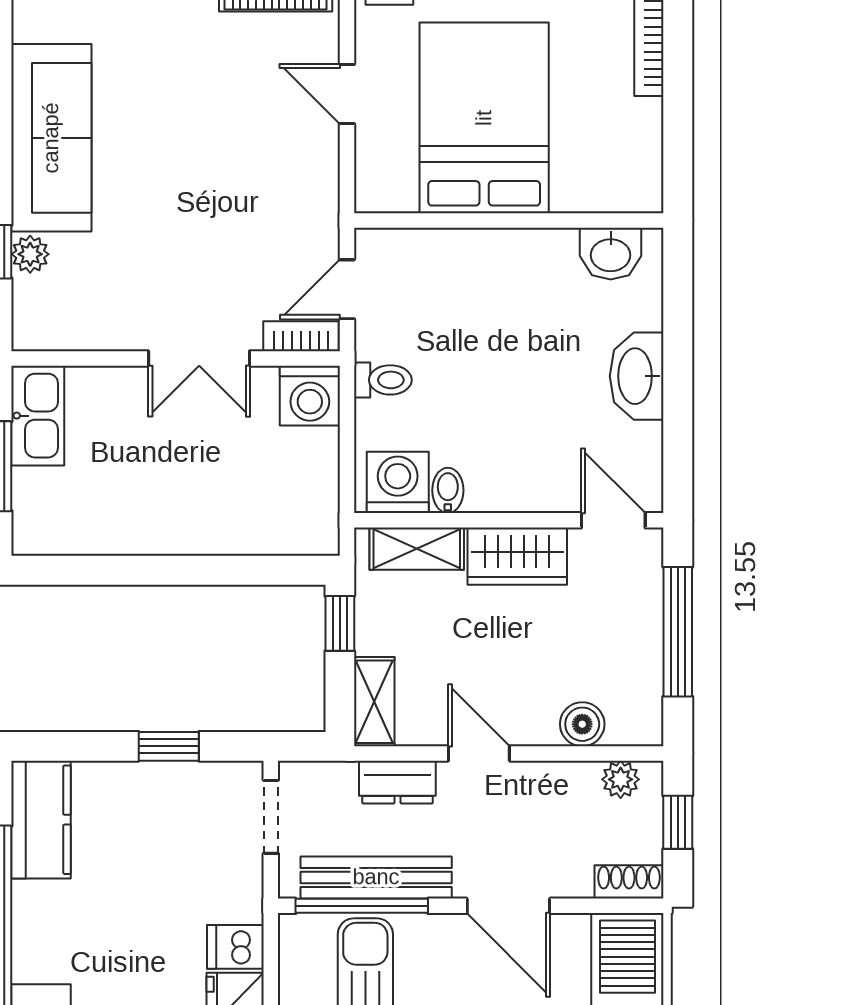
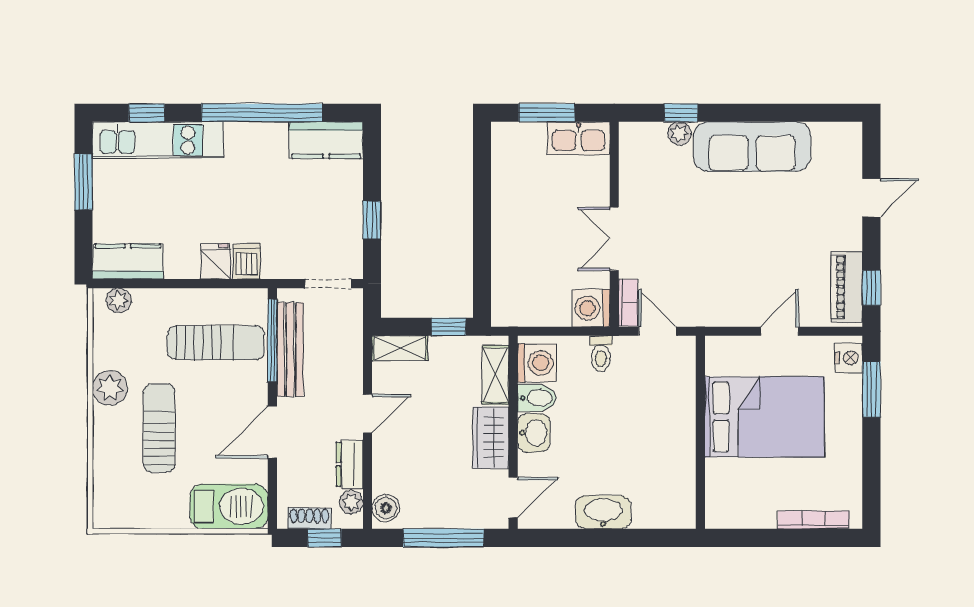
washbasin: (611, 254) -> (534, 433), moved, turned 180
bidet: (448, 490) -> (537, 398), width x1.38, depth x1.36
boiler: (582, 724) -> (386, 508), moved
dresser: (397, 782) -> (350, 464), moved
shoe rack: (629, 882) -> (309, 518), moved, turned -90

